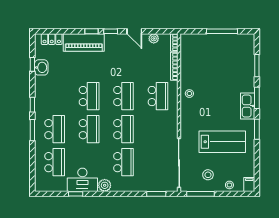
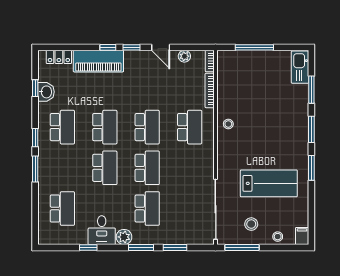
window: (222, 31) -> (254, 47), moved
kitchen sink: (248, 106) -> (300, 67), moved
school desk: (55, 129) -> (62, 127), moved
desk: (82, 180) -> (102, 230), width x0.73
window: (118, 194) -> (141, 248), added
window: (156, 194) -> (175, 248), moved

